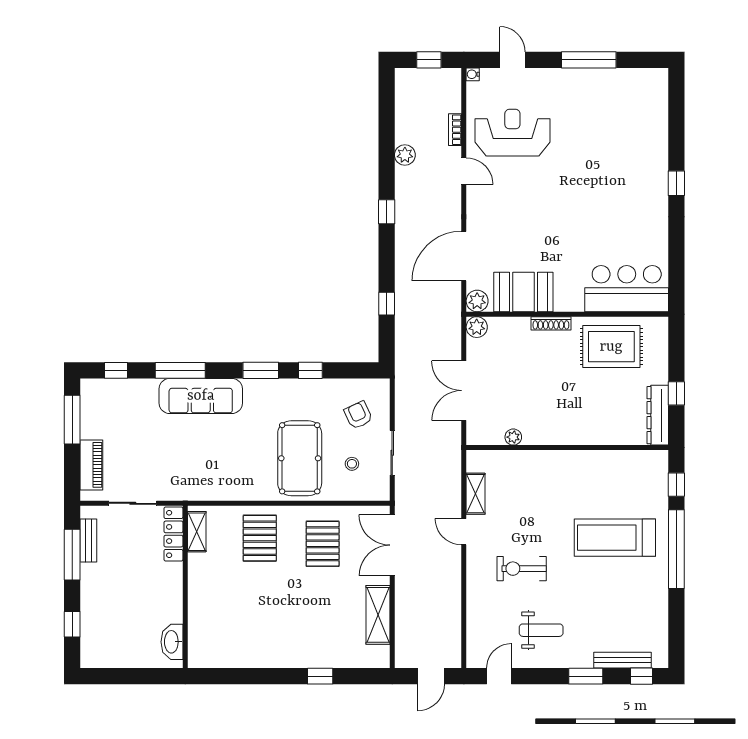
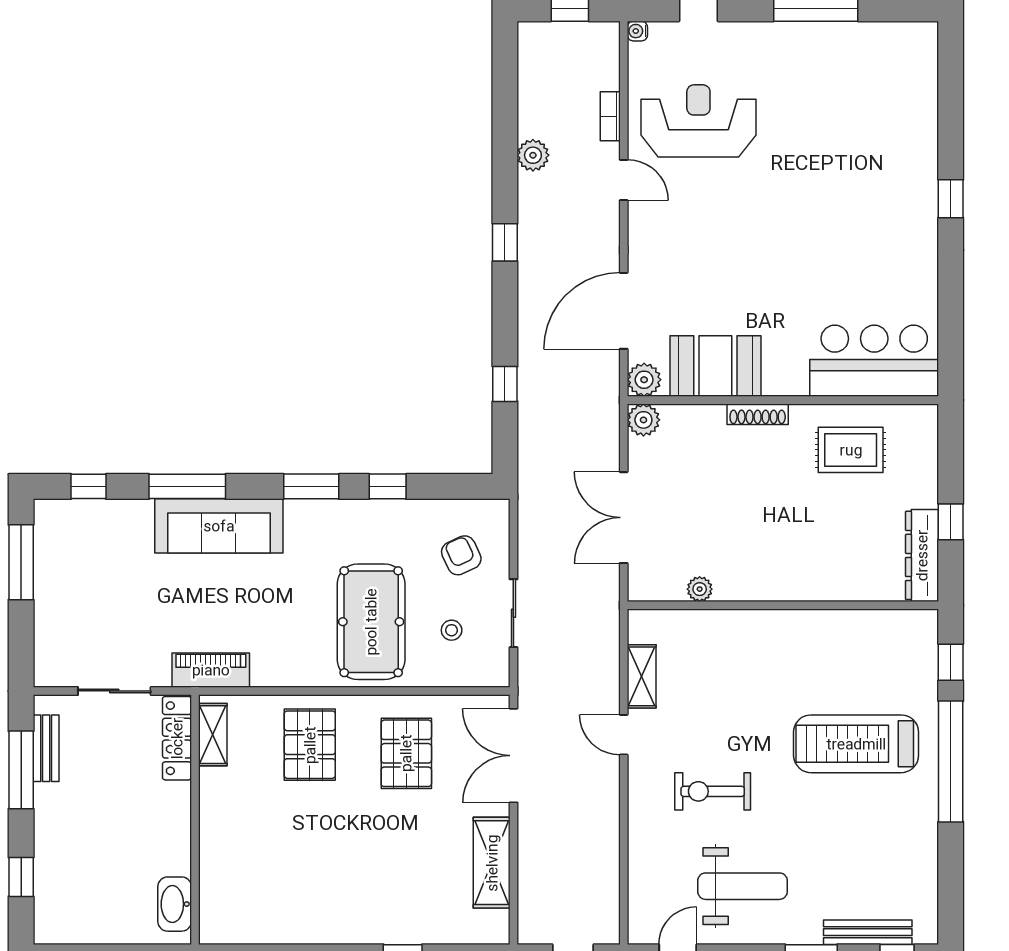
rug: (611, 347) -> (851, 450), width x0.73, depth x0.70
piano: (91, 465) -> (211, 670), moved, turned -90
weight bench: (541, 630) -> (743, 886), width x1.36, depth x1.33

